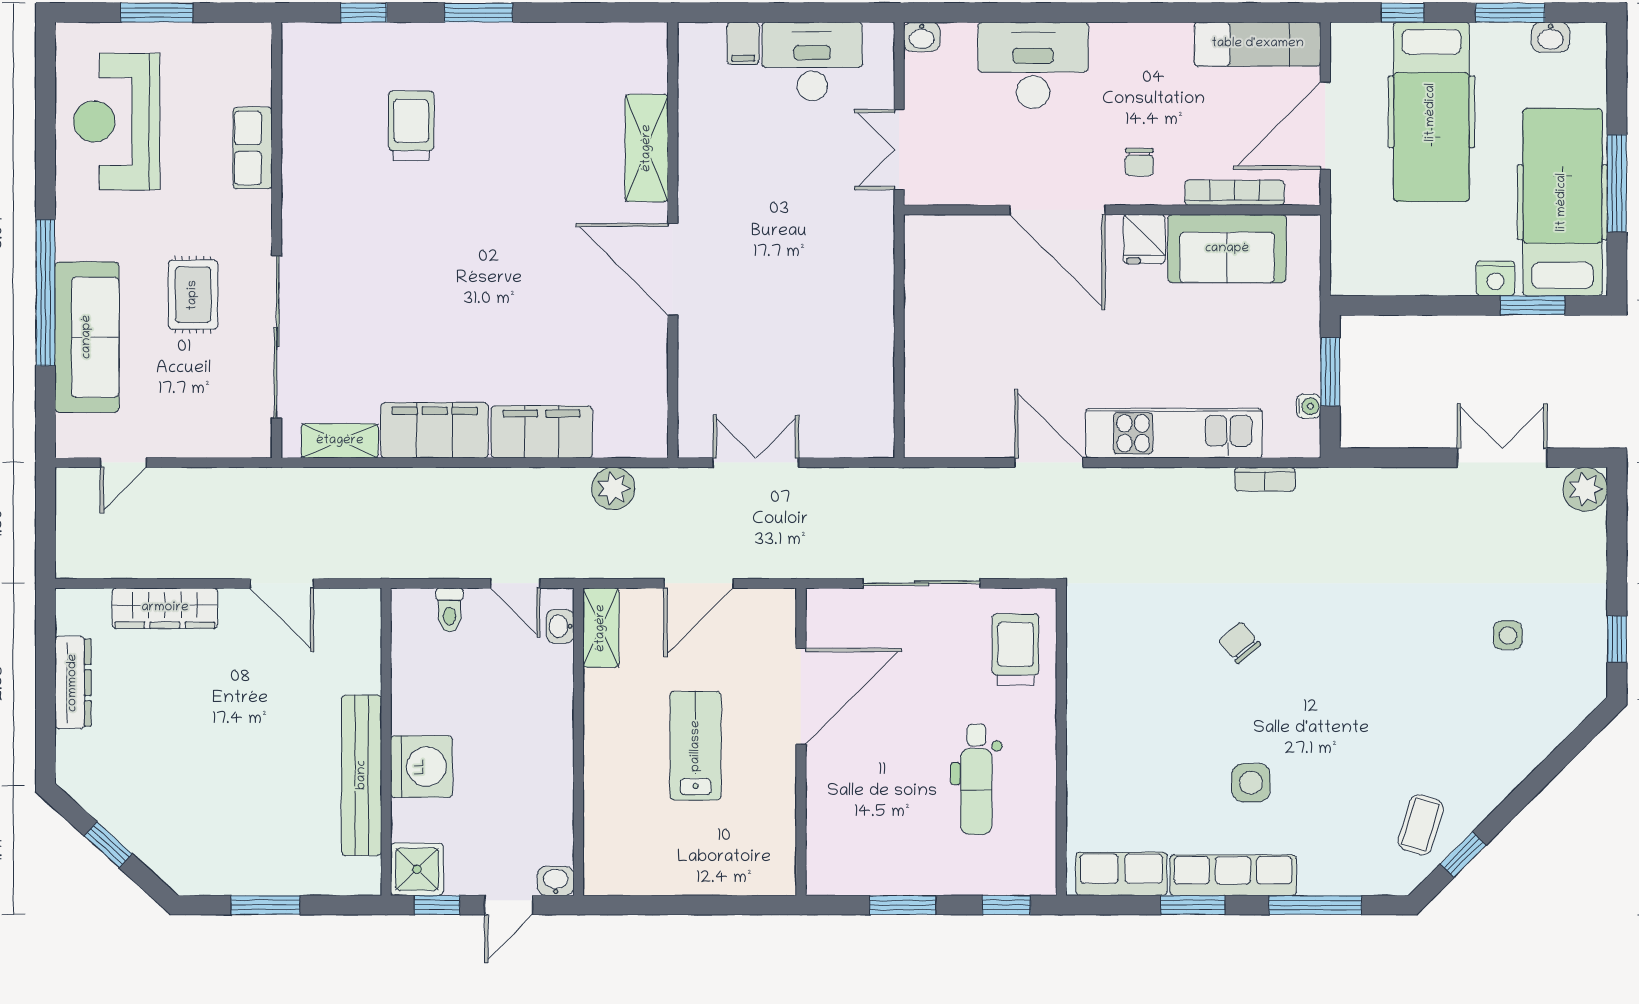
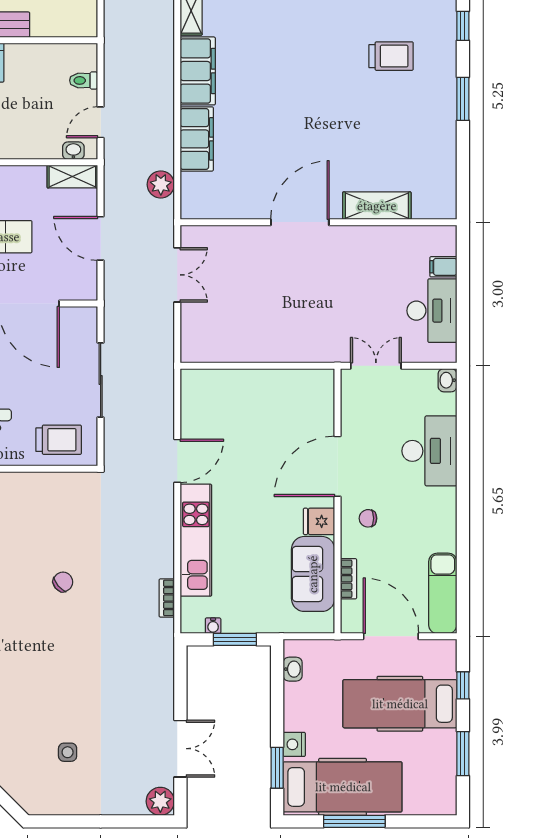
washbasin: (1551, 37) -> (293, 669), moved, turned 180
bookcase: (1235, 193) -> (349, 579), width x0.64
window: (1617, 639) -> (65, 821), removed

